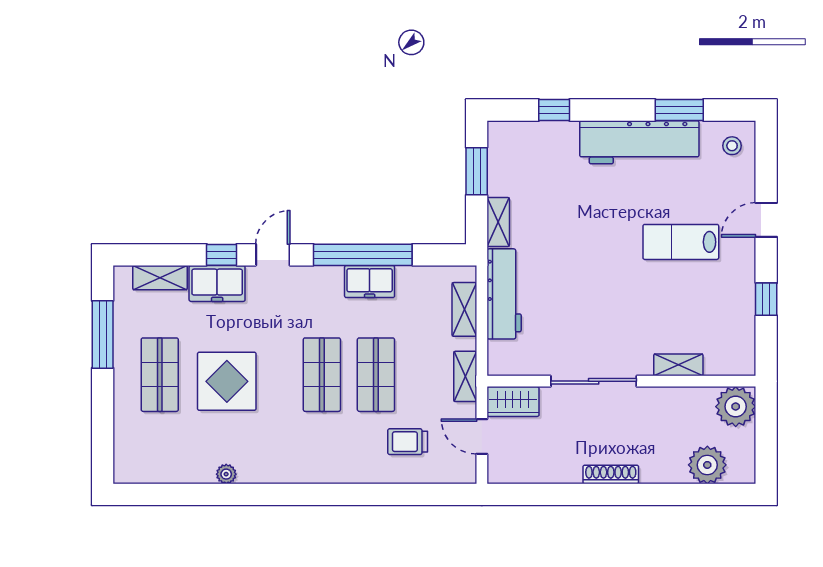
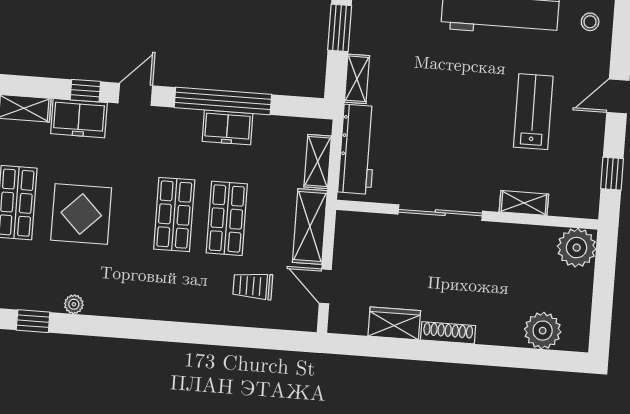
lab bench: (681, 242) -> (533, 112), turned 90
shelving: (678, 365) -> (524, 203), moved
shelving: (465, 376) -> (310, 226), width x1.50, depth x1.33
sliding door: (594, 381) -> (440, 213), moved
wall: (621, 381) -> (467, 215), moved
wardrobe: (513, 402) -> (394, 323), moved, turned 180
plant: (736, 407) -> (577, 248), moved
window: (186, 494) -> (33, 321), added

